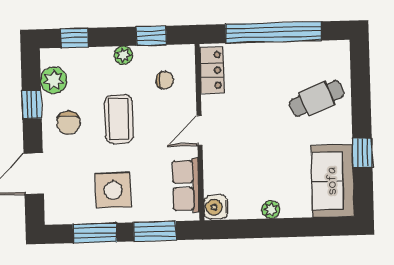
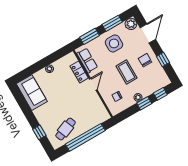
window: (151, 36) -> (144, 103), moved
locker: (212, 70) -> (79, 72), moved
plant: (54, 80) -> (131, 24), moved
cafe table: (317, 98) -> (66, 129), moved
window: (362, 153) -> (39, 132), moved
water cooler: (216, 207) -> (71, 58), removed

